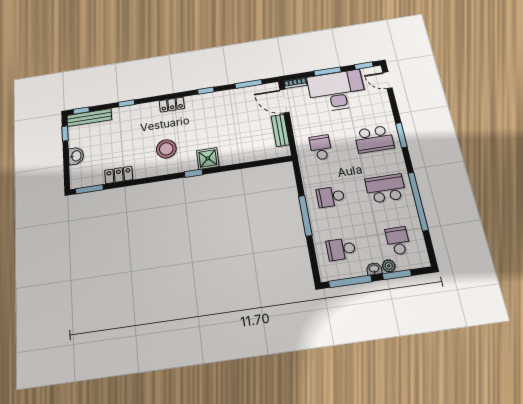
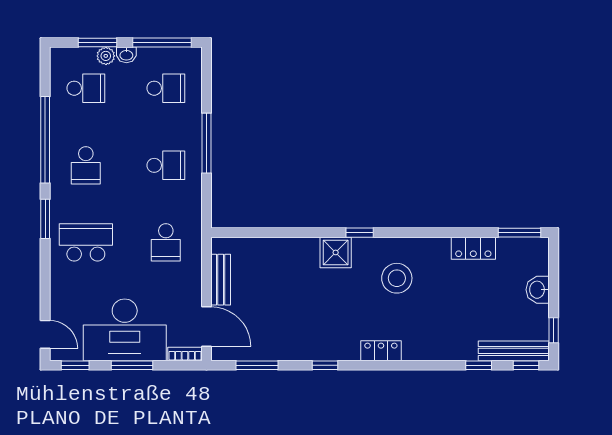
window: (126, 103) -> (479, 365), moved
window: (401, 135) -> (45, 219), moved
school desk: (386, 188) -> (86, 165), width x0.54
school desk: (398, 241) -> (86, 88), turned -90

